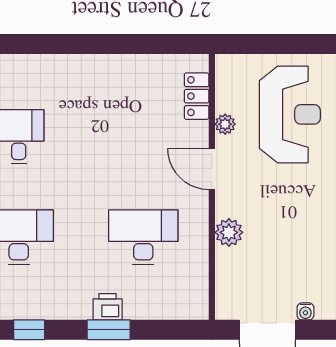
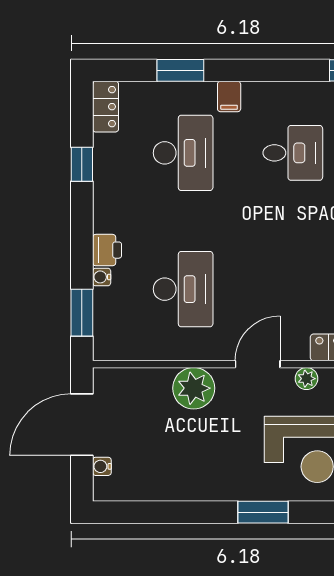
plant: (229, 232) -> (194, 388), width x1.36, depth x1.36
water cooler: (132, 312) -> (102, 277), added
window: (109, 330) -> (82, 313), moved

